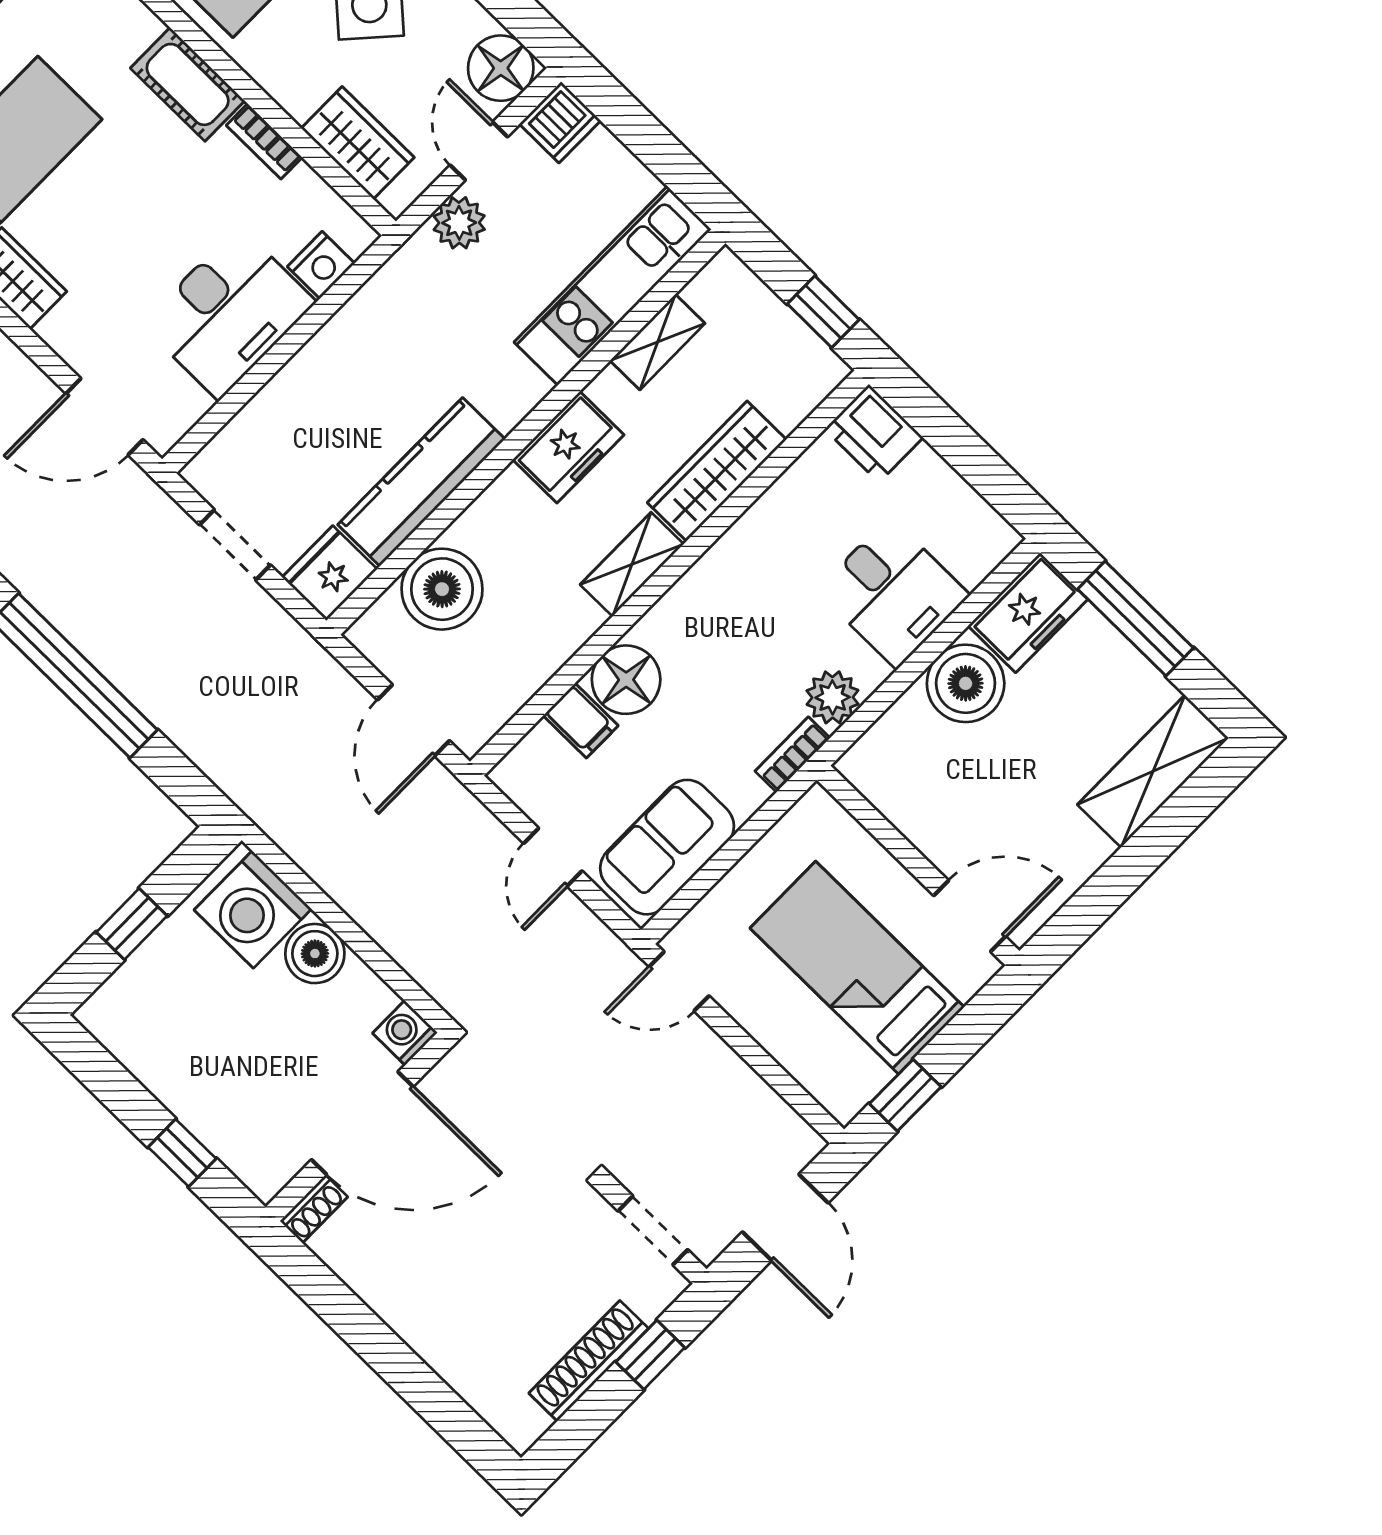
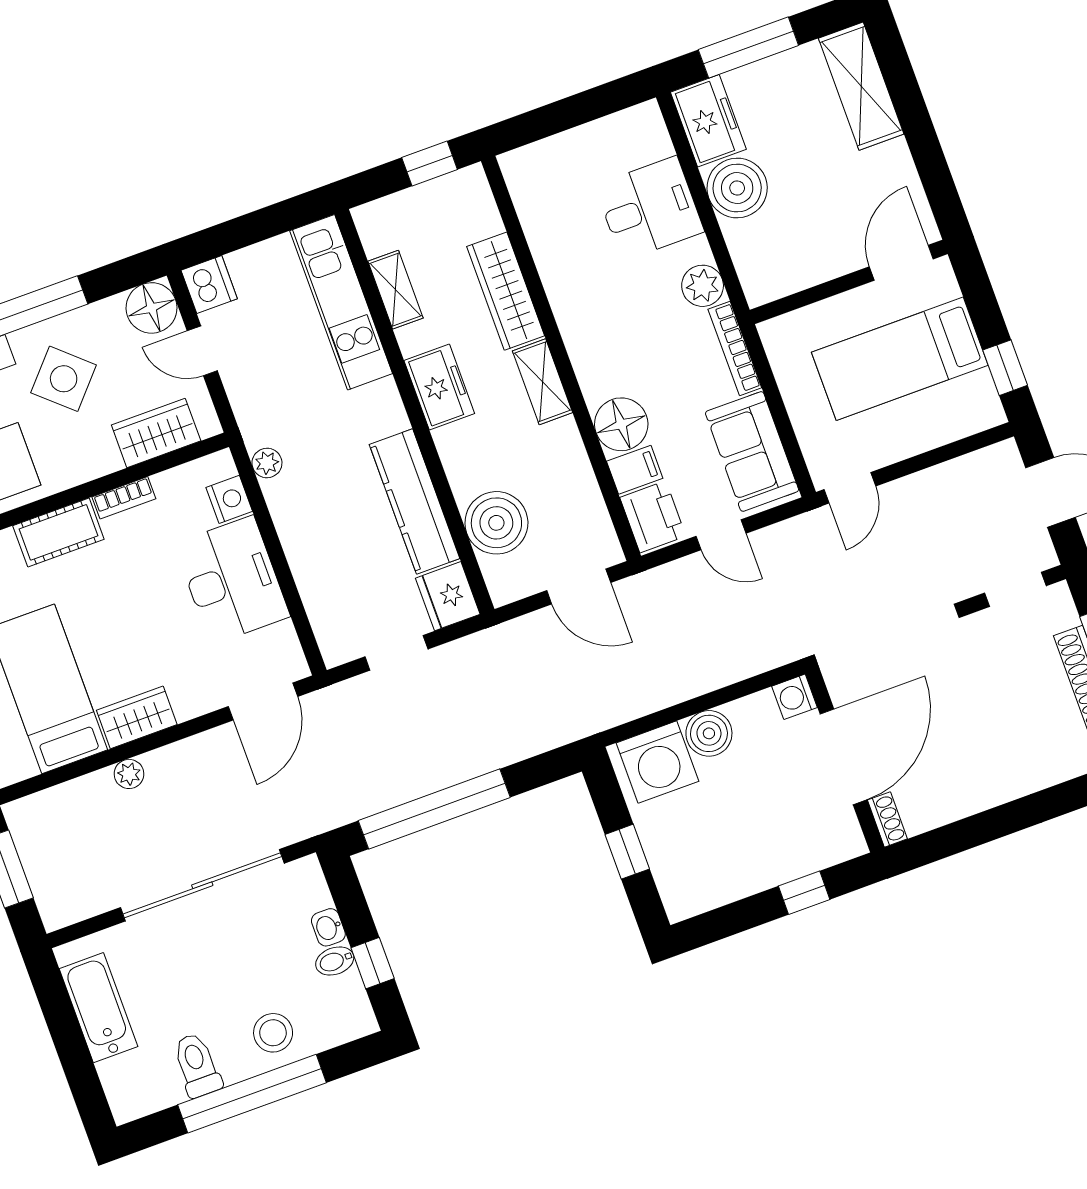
plant: (459, 223) -> (267, 463), moved, width x0.73, depth x0.73
printer: (874, 433) -> (653, 517), moved, turned -90
bookcase: (792, 755) -> (735, 348), width x1.56

